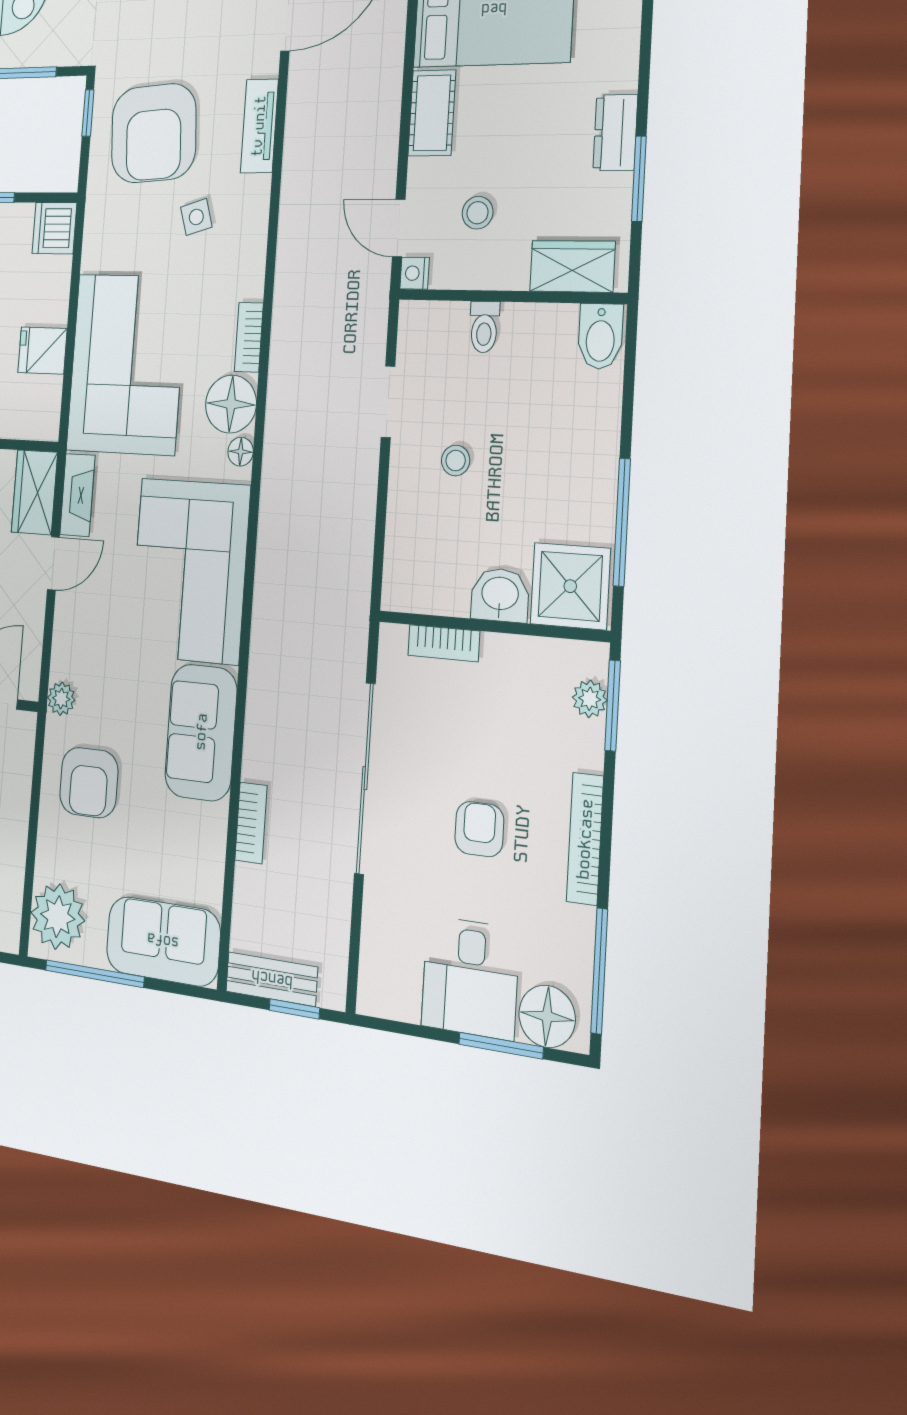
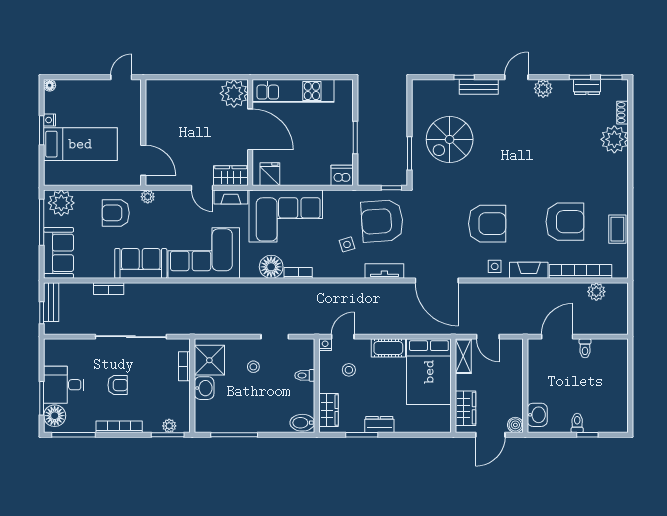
fridge: (42, 350) -> (270, 174), moved
floor lamp: (241, 452) -> (252, 273), removed
shower: (570, 586) -> (209, 360), moved

